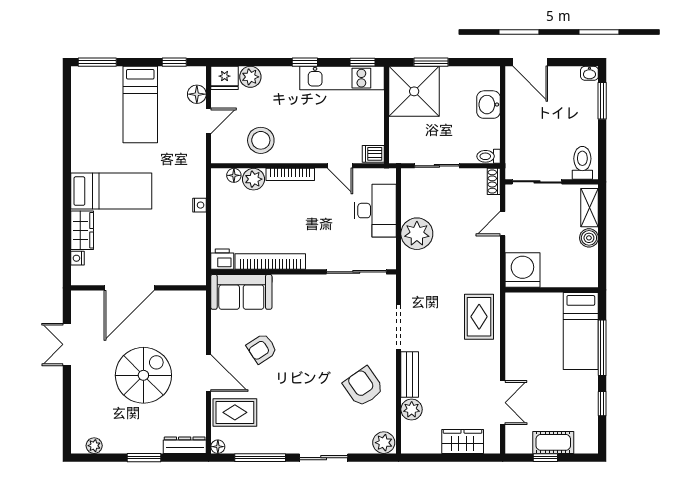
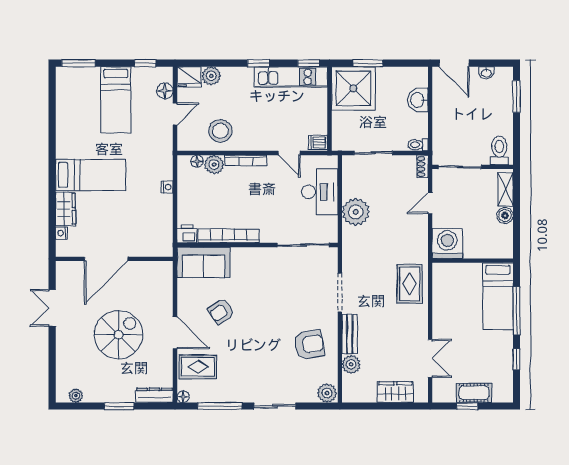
washbasin: (589, 73) -> (486, 73), moved
armchair: (363, 387) -> (309, 345), turned 115

